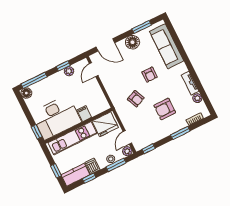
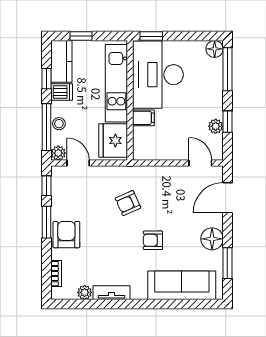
armchair: (165, 109) -> (66, 235), moved
window: (180, 133) -> (46, 222), moved
window: (116, 165) -> (46, 127), width x1.44

